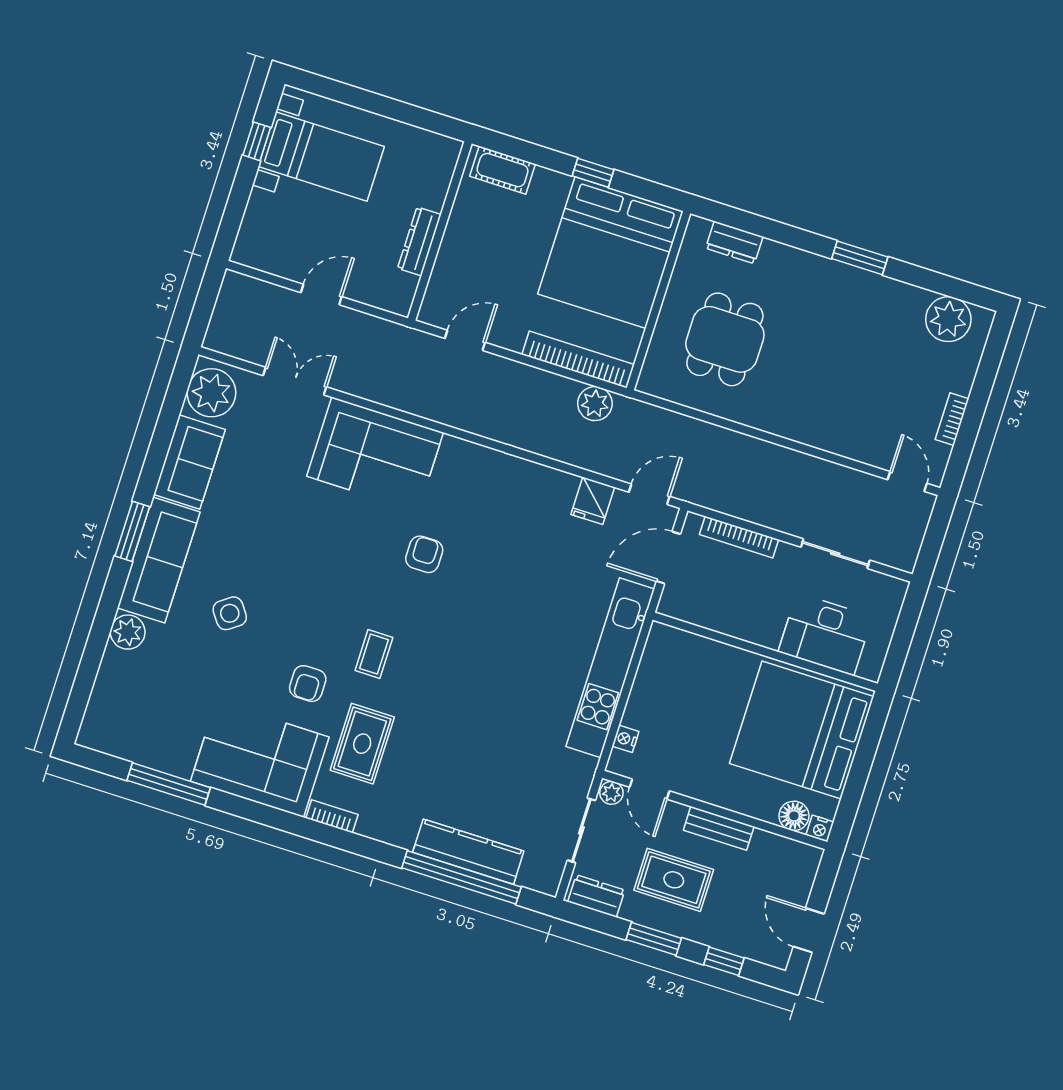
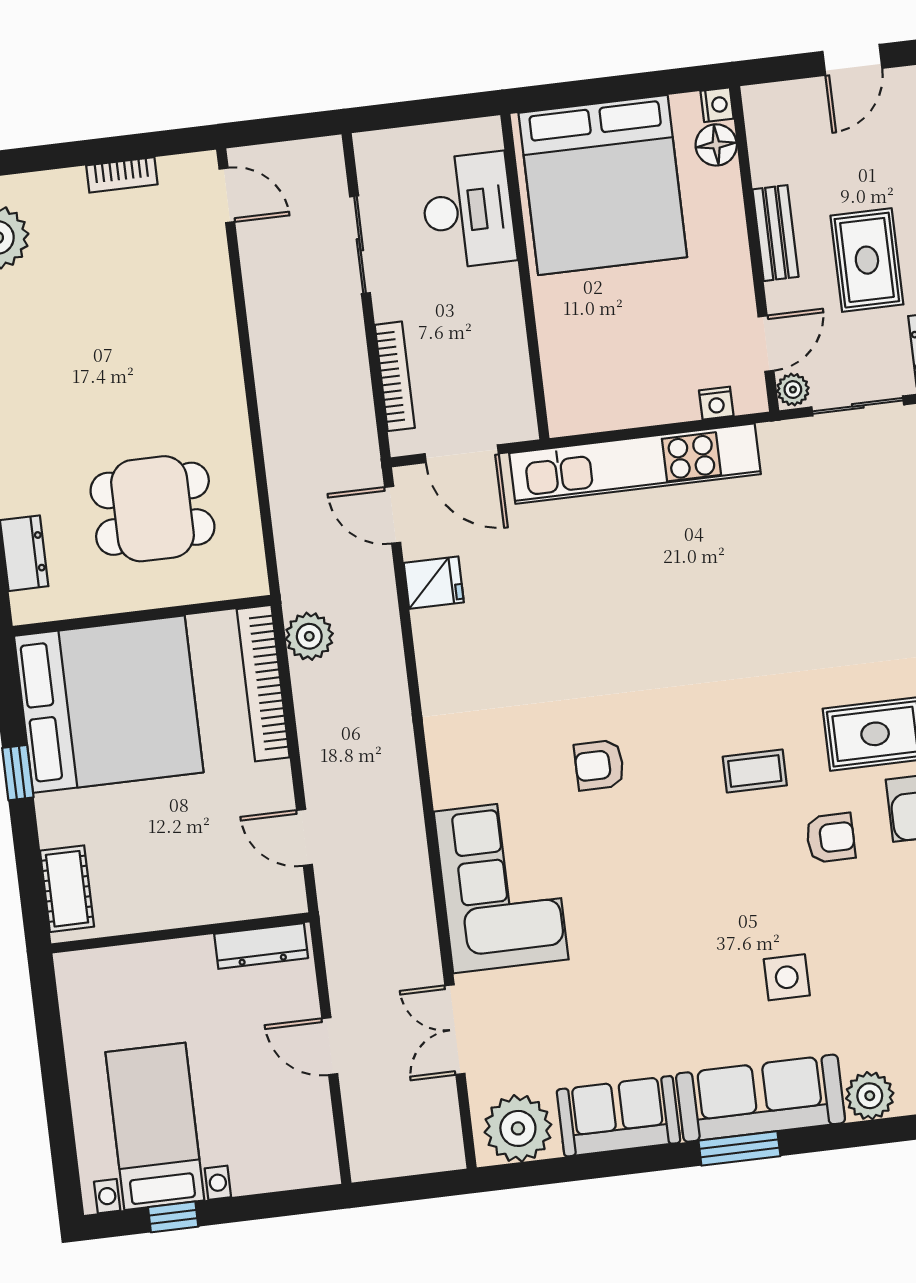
dresser: (419, 241) -> (261, 946), moved
door: (907, 482) -> (227, 195), swing flipped
side table: (230, 613) -> (787, 977), turned 36

